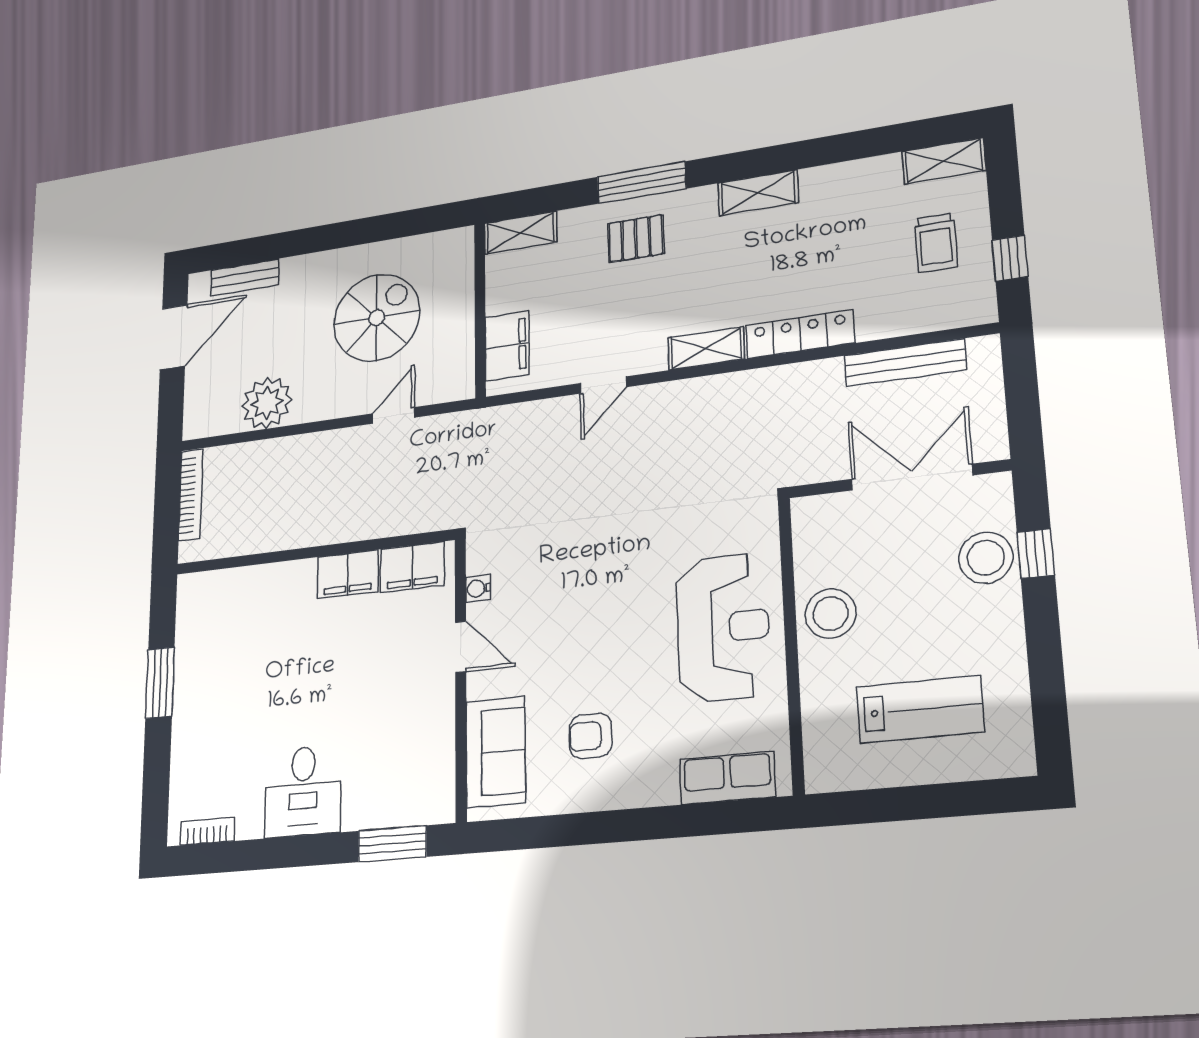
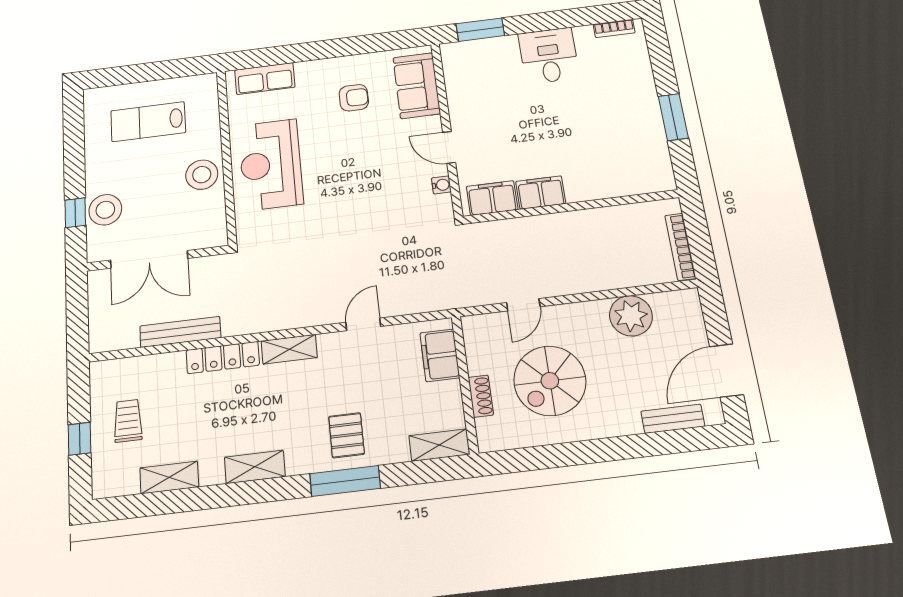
shelving: (944, 161) -> (169, 477), moved
pallet: (636, 239) -> (347, 435), turned 90
window: (1010, 258) -> (80, 439), moved
shoe rack: (462, 295) -> (481, 396), added
bench: (905, 363) -> (180, 332), moved

